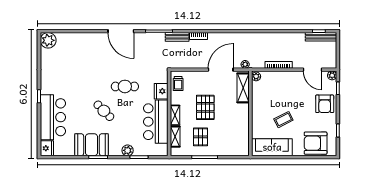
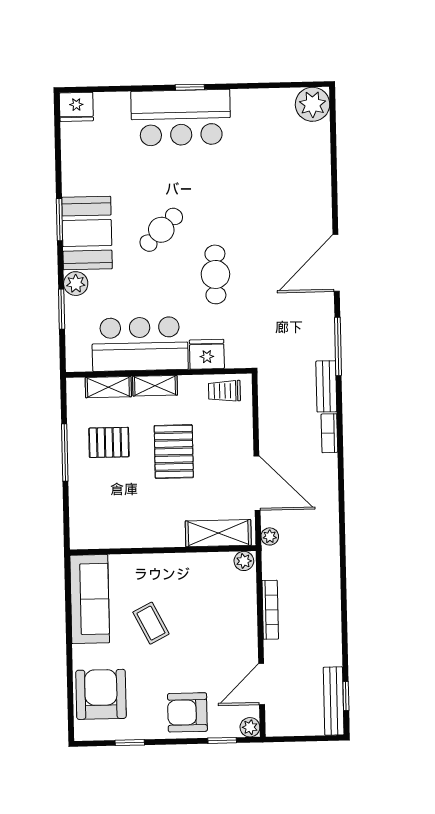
pallet: (205, 107) -> (174, 452), turned 90
bar counter: (53, 117) -> (181, 118), moved
booth: (92, 145) -> (87, 233), moved

